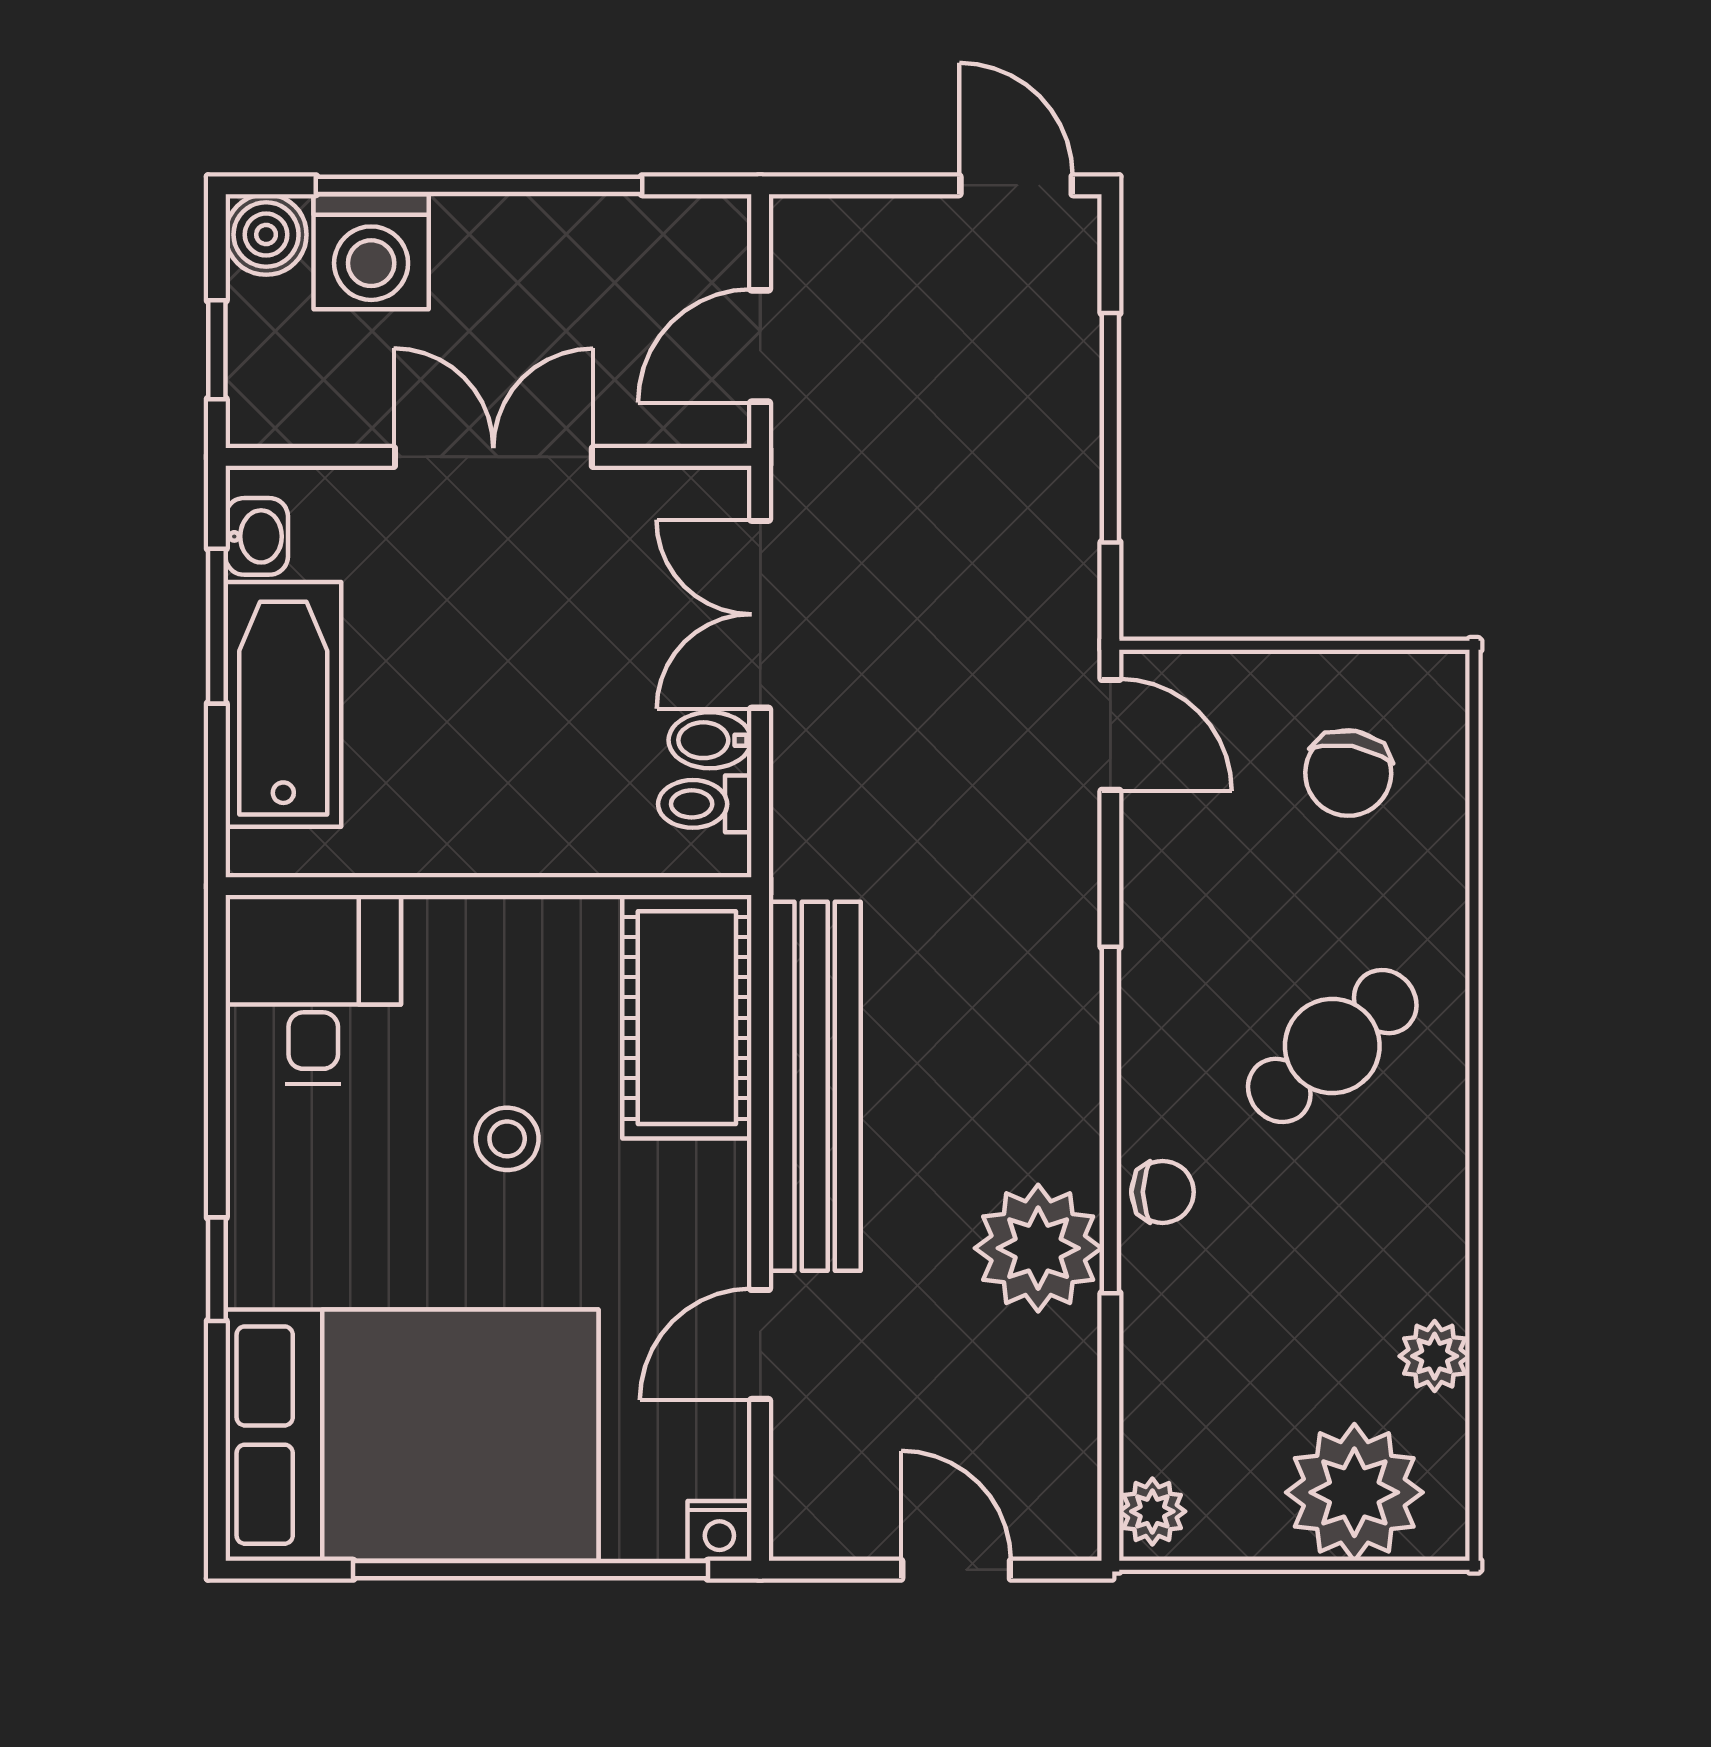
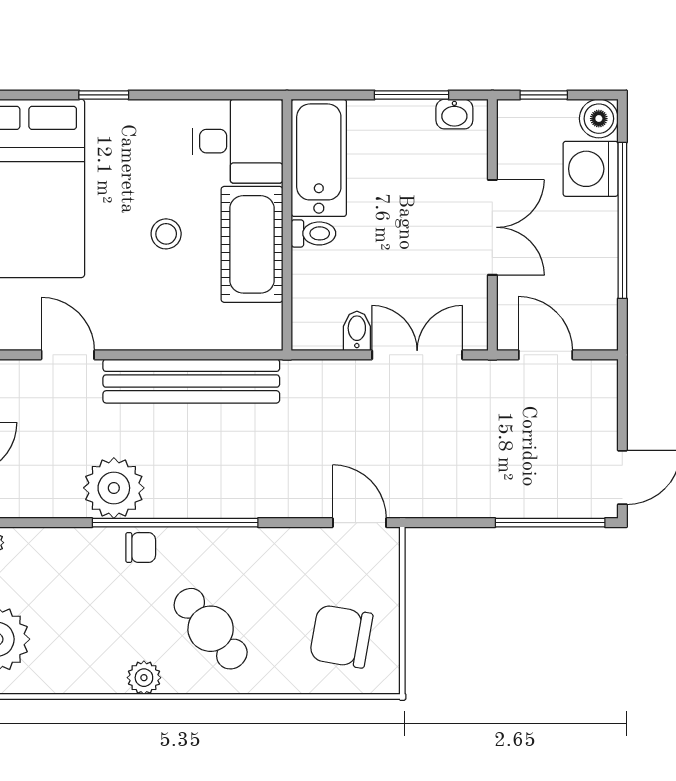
window: (1110, 428) -> (550, 523), moved
bathtub: (283, 704) -> (319, 158), moved, turned -90
door: (1110, 735) -> (359, 523), swing flipped
chair: (1348, 773) -> (341, 636), width x1.37, depth x1.37
toilet: (705, 804) -> (313, 233), moved, turned 90
cot: (687, 1018) -> (252, 244), moved, turned 90
chair: (1163, 1192) -> (141, 547), turned -90
plant: (1435, 1356) -> (144, 678), moved

